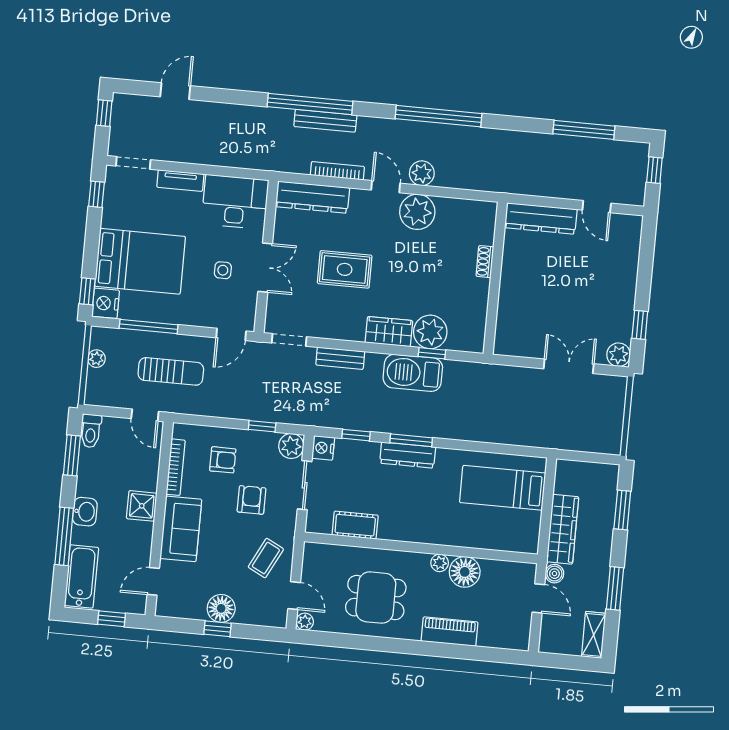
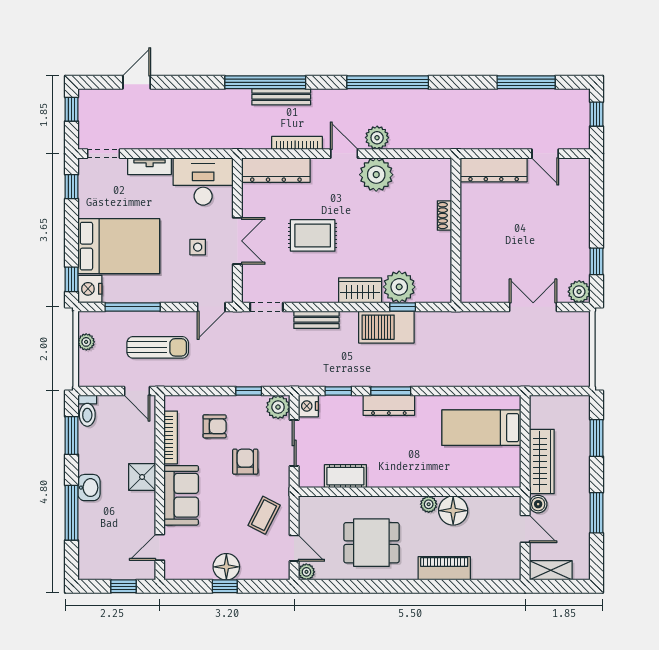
bathtub: (81, 576) -> (91, 549), removed
shelving: (594, 635) -> (551, 570), moved, turned 90

